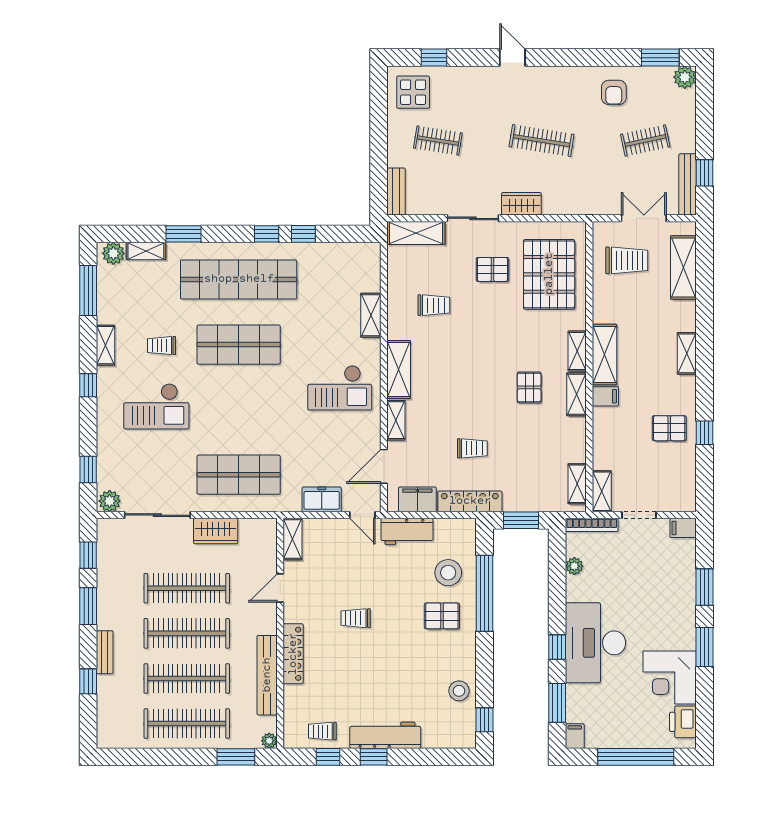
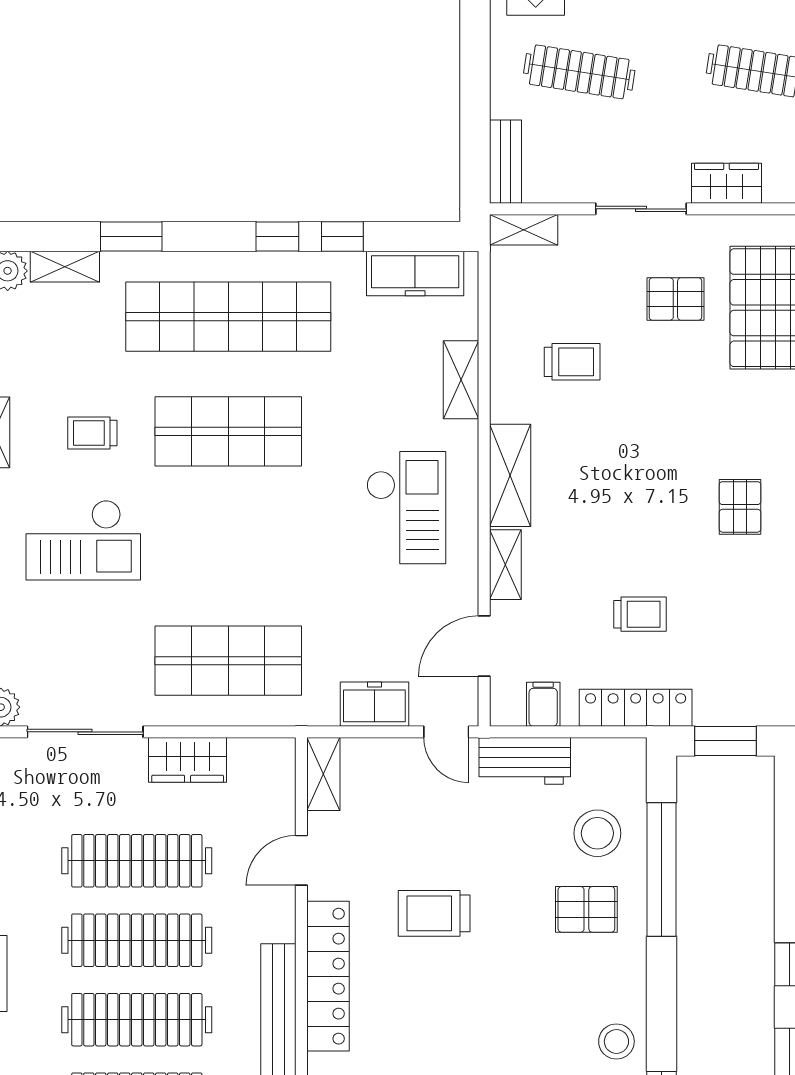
clothes rail: (438, 141) -> (579, 72), width x1.36
shelving: (416, 233) -> (524, 230), width x0.67, depth x0.75
freezer: (345, 255) -> (415, 273), added
checkout: (340, 388) -> (406, 508), turned -90
filing cabinet: (417, 499) -> (543, 704), width x0.50
trolley: (356, 618) -> (434, 913), width x1.36, depth x1.39
locker: (293, 654) -> (328, 976), width x1.41, depth x1.21

